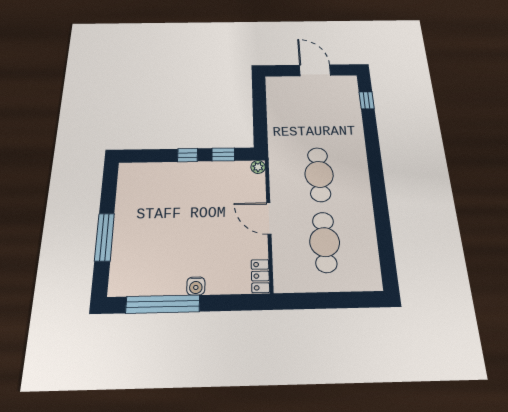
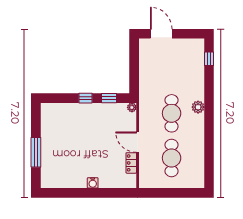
door: (315, 70) -> (161, 34), moved
plant: (358, 165) -> (198, 107), added
locker: (260, 276) -> (131, 163), moved
window: (163, 304) -> (74, 193), removed

